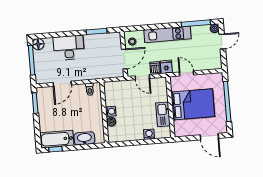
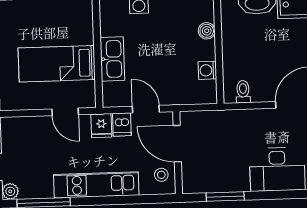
door: (124, 59) -> (177, 144), hinge flipped
bed: (193, 104) -> (57, 64), width x0.67
washing machine: (111, 111) -> (207, 70), moved
kitchen sink: (163, 114) -> (112, 59), moved

